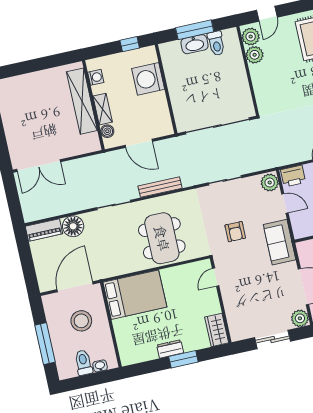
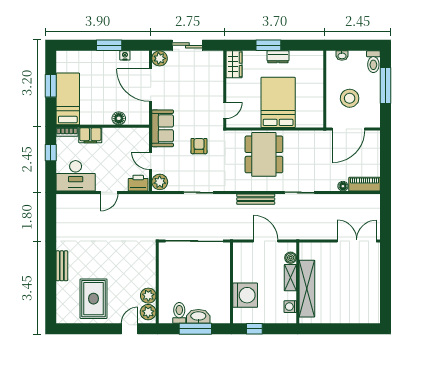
floor lamp: (73, 226) -> (343, 186), width x0.53, depth x0.53
bed: (135, 295) -> (278, 102), moved, turned 90
toilet: (83, 363) -> (373, 62), moved

